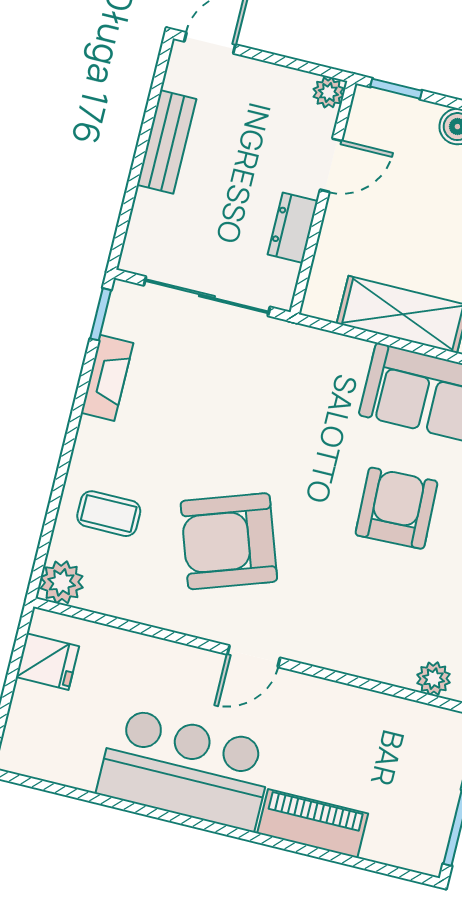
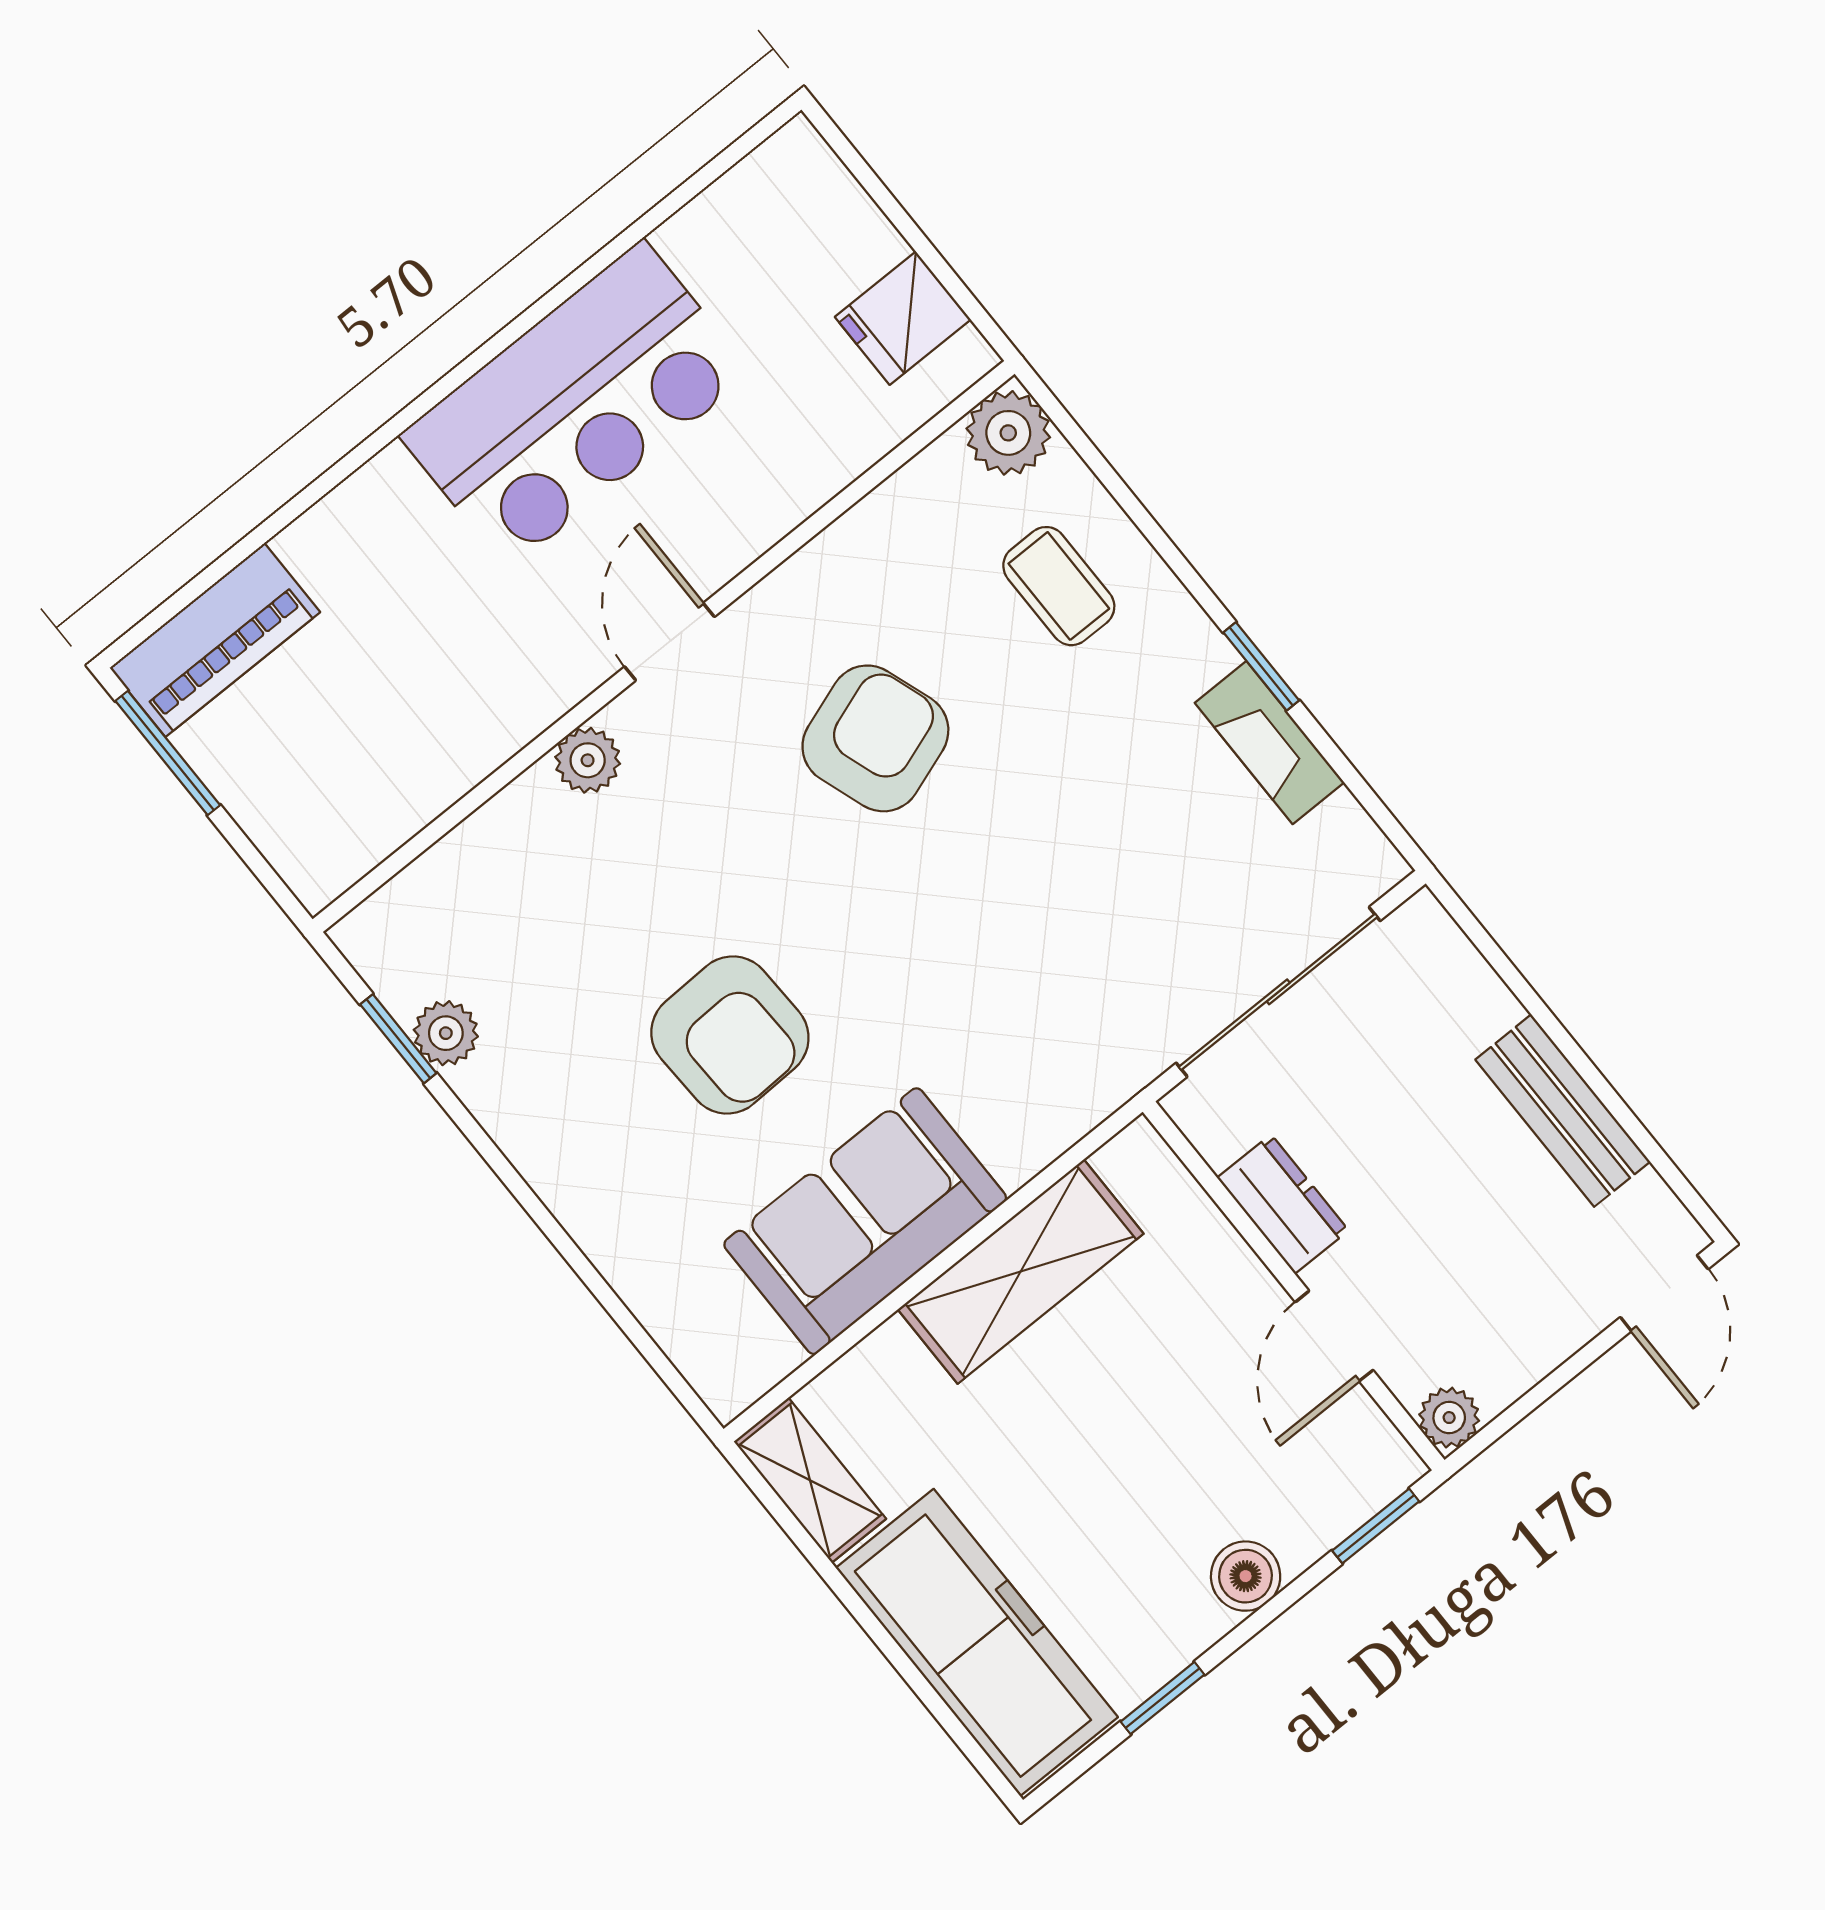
window: (101, 314) -> (1261, 666), moved
coffee table: (109, 514) -> (1059, 586), turned 90
armchair: (229, 541) -> (875, 738), width x0.73, depth x0.73
plant: (434, 679) -> (588, 760), moved
piano: (313, 824) -> (215, 640), moved

